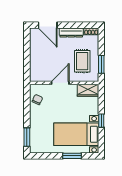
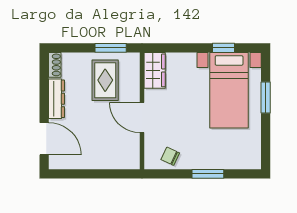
door: (48, 25) -> (44, 139), hinge flipped
rug: (82, 61) -> (105, 80), turned 90
window: (101, 121) -> (223, 48), moved
window: (27, 137) -> (208, 174), moved

